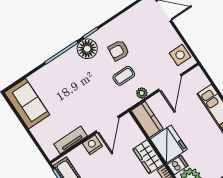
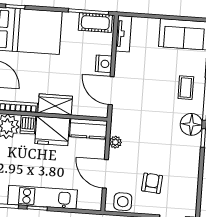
armchair: (119, 50) -> (152, 183), moved
coffee table: (124, 76) -> (186, 88), moved
tv unit: (70, 140) -> (124, 34), moved

